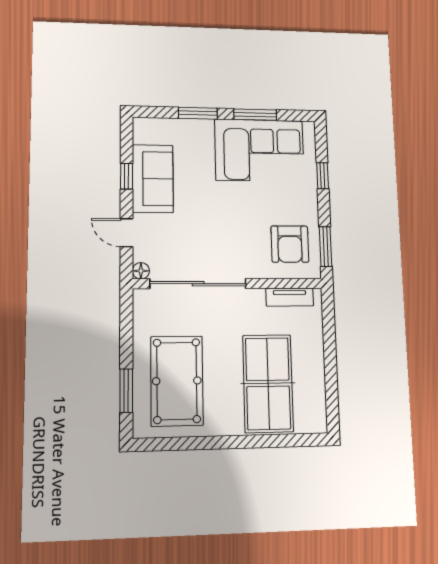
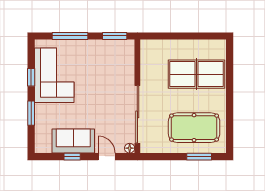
window: (255, 115) -> (31, 77), width x0.67
window: (323, 176) -> (70, 36), width x2.17
door: (126, 233) -> (107, 157), swing flipped
armchair: (290, 244) -> (113, 58), removed
tv unit: (290, 297) -> (146, 59), removed

